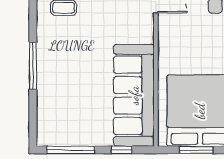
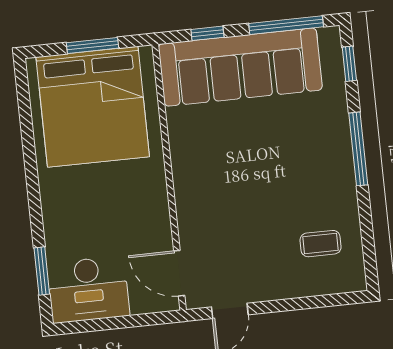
sofa: (134, 95) -> (240, 67), moved, turned 90
window: (33, 121) -> (349, 64), added

